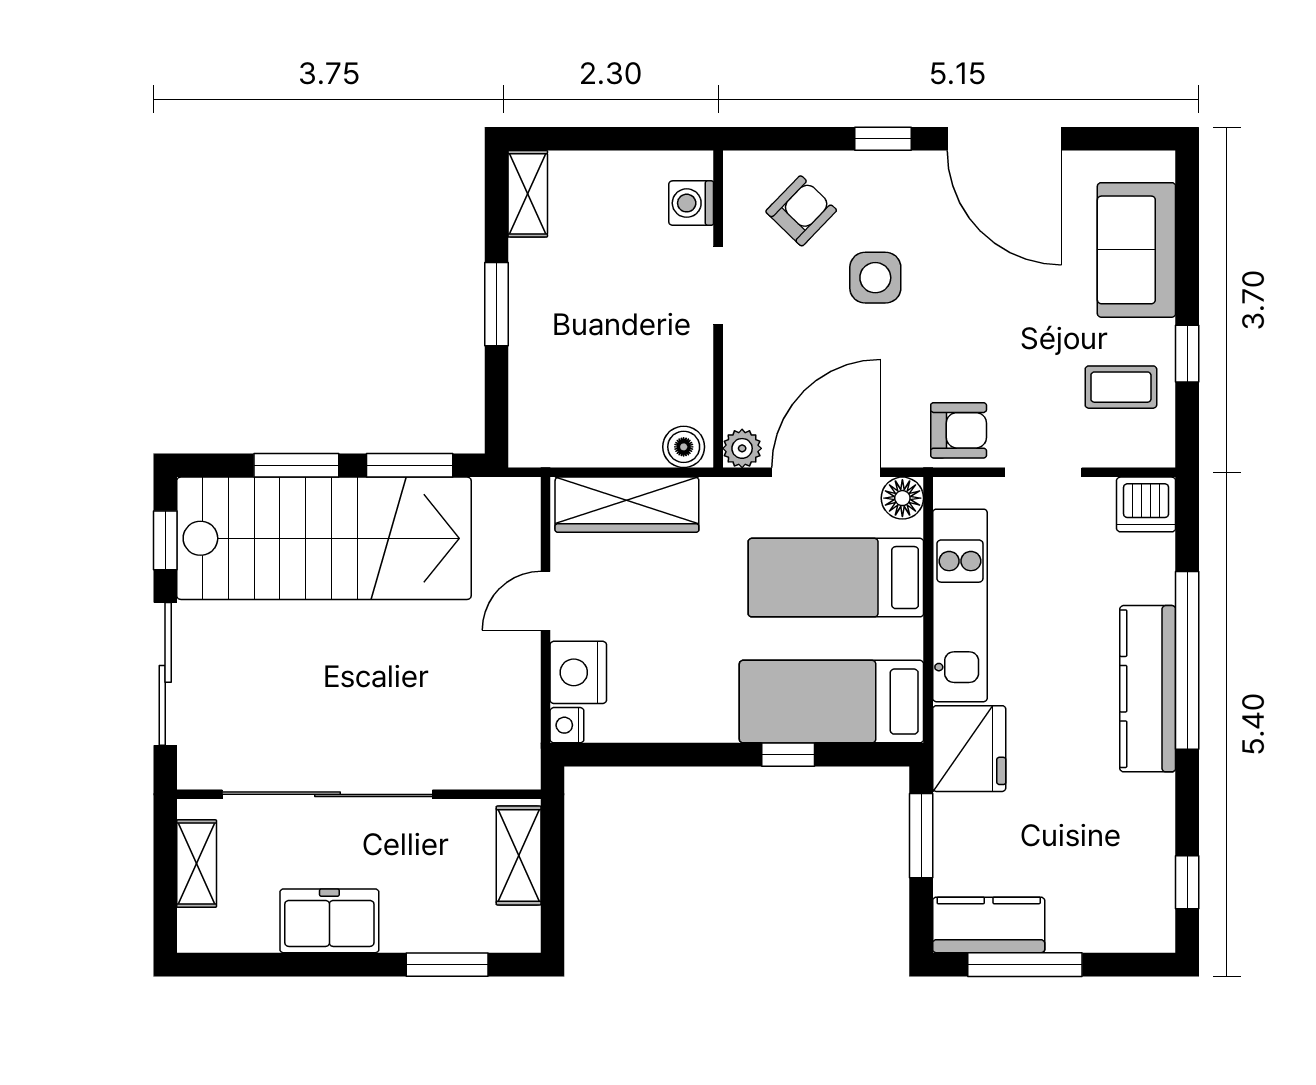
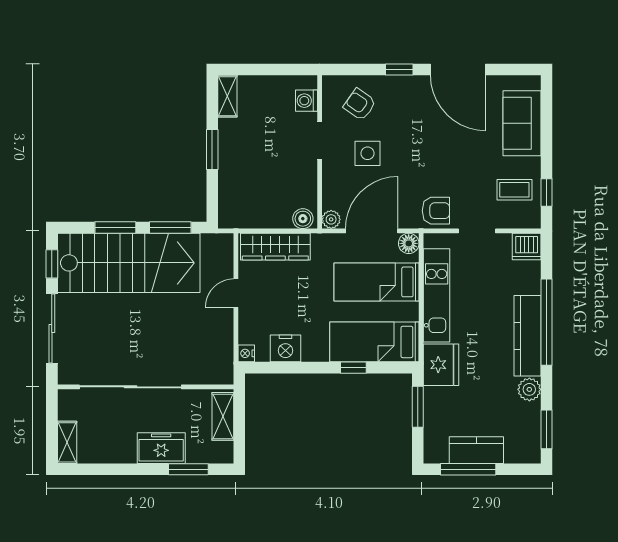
armchair: (801, 211) -> (360, 104), turned -99
side table: (875, 278) -> (368, 153), moved
window: (1187, 354) -> (547, 192), moved
nightstand: (578, 672) -> (285, 348), moved, turned -90
plant: (1151, 800) -> (529, 389), added
shelving: (197, 864) -> (67, 442), moved
window: (1187, 882) -> (547, 429), width x1.50
freezer: (329, 921) -> (161, 448), moved
kitchen counter: (989, 925) -> (476, 450), moved

